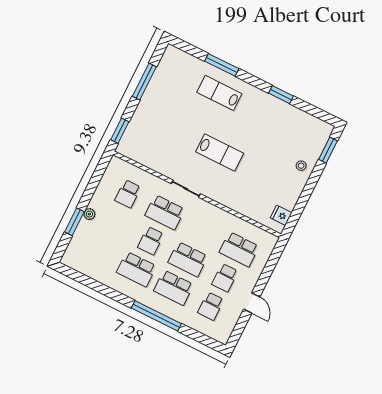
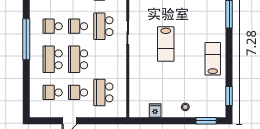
lab bench: (219, 93) -> (213, 59), moved
window: (281, 95) -> (229, 96), moved
fridge: (281, 215) -> (155, 110), moved
school desk: (137, 269) -> (53, 26), width x0.54
window: (156, 316) -> (26, 39), moved

